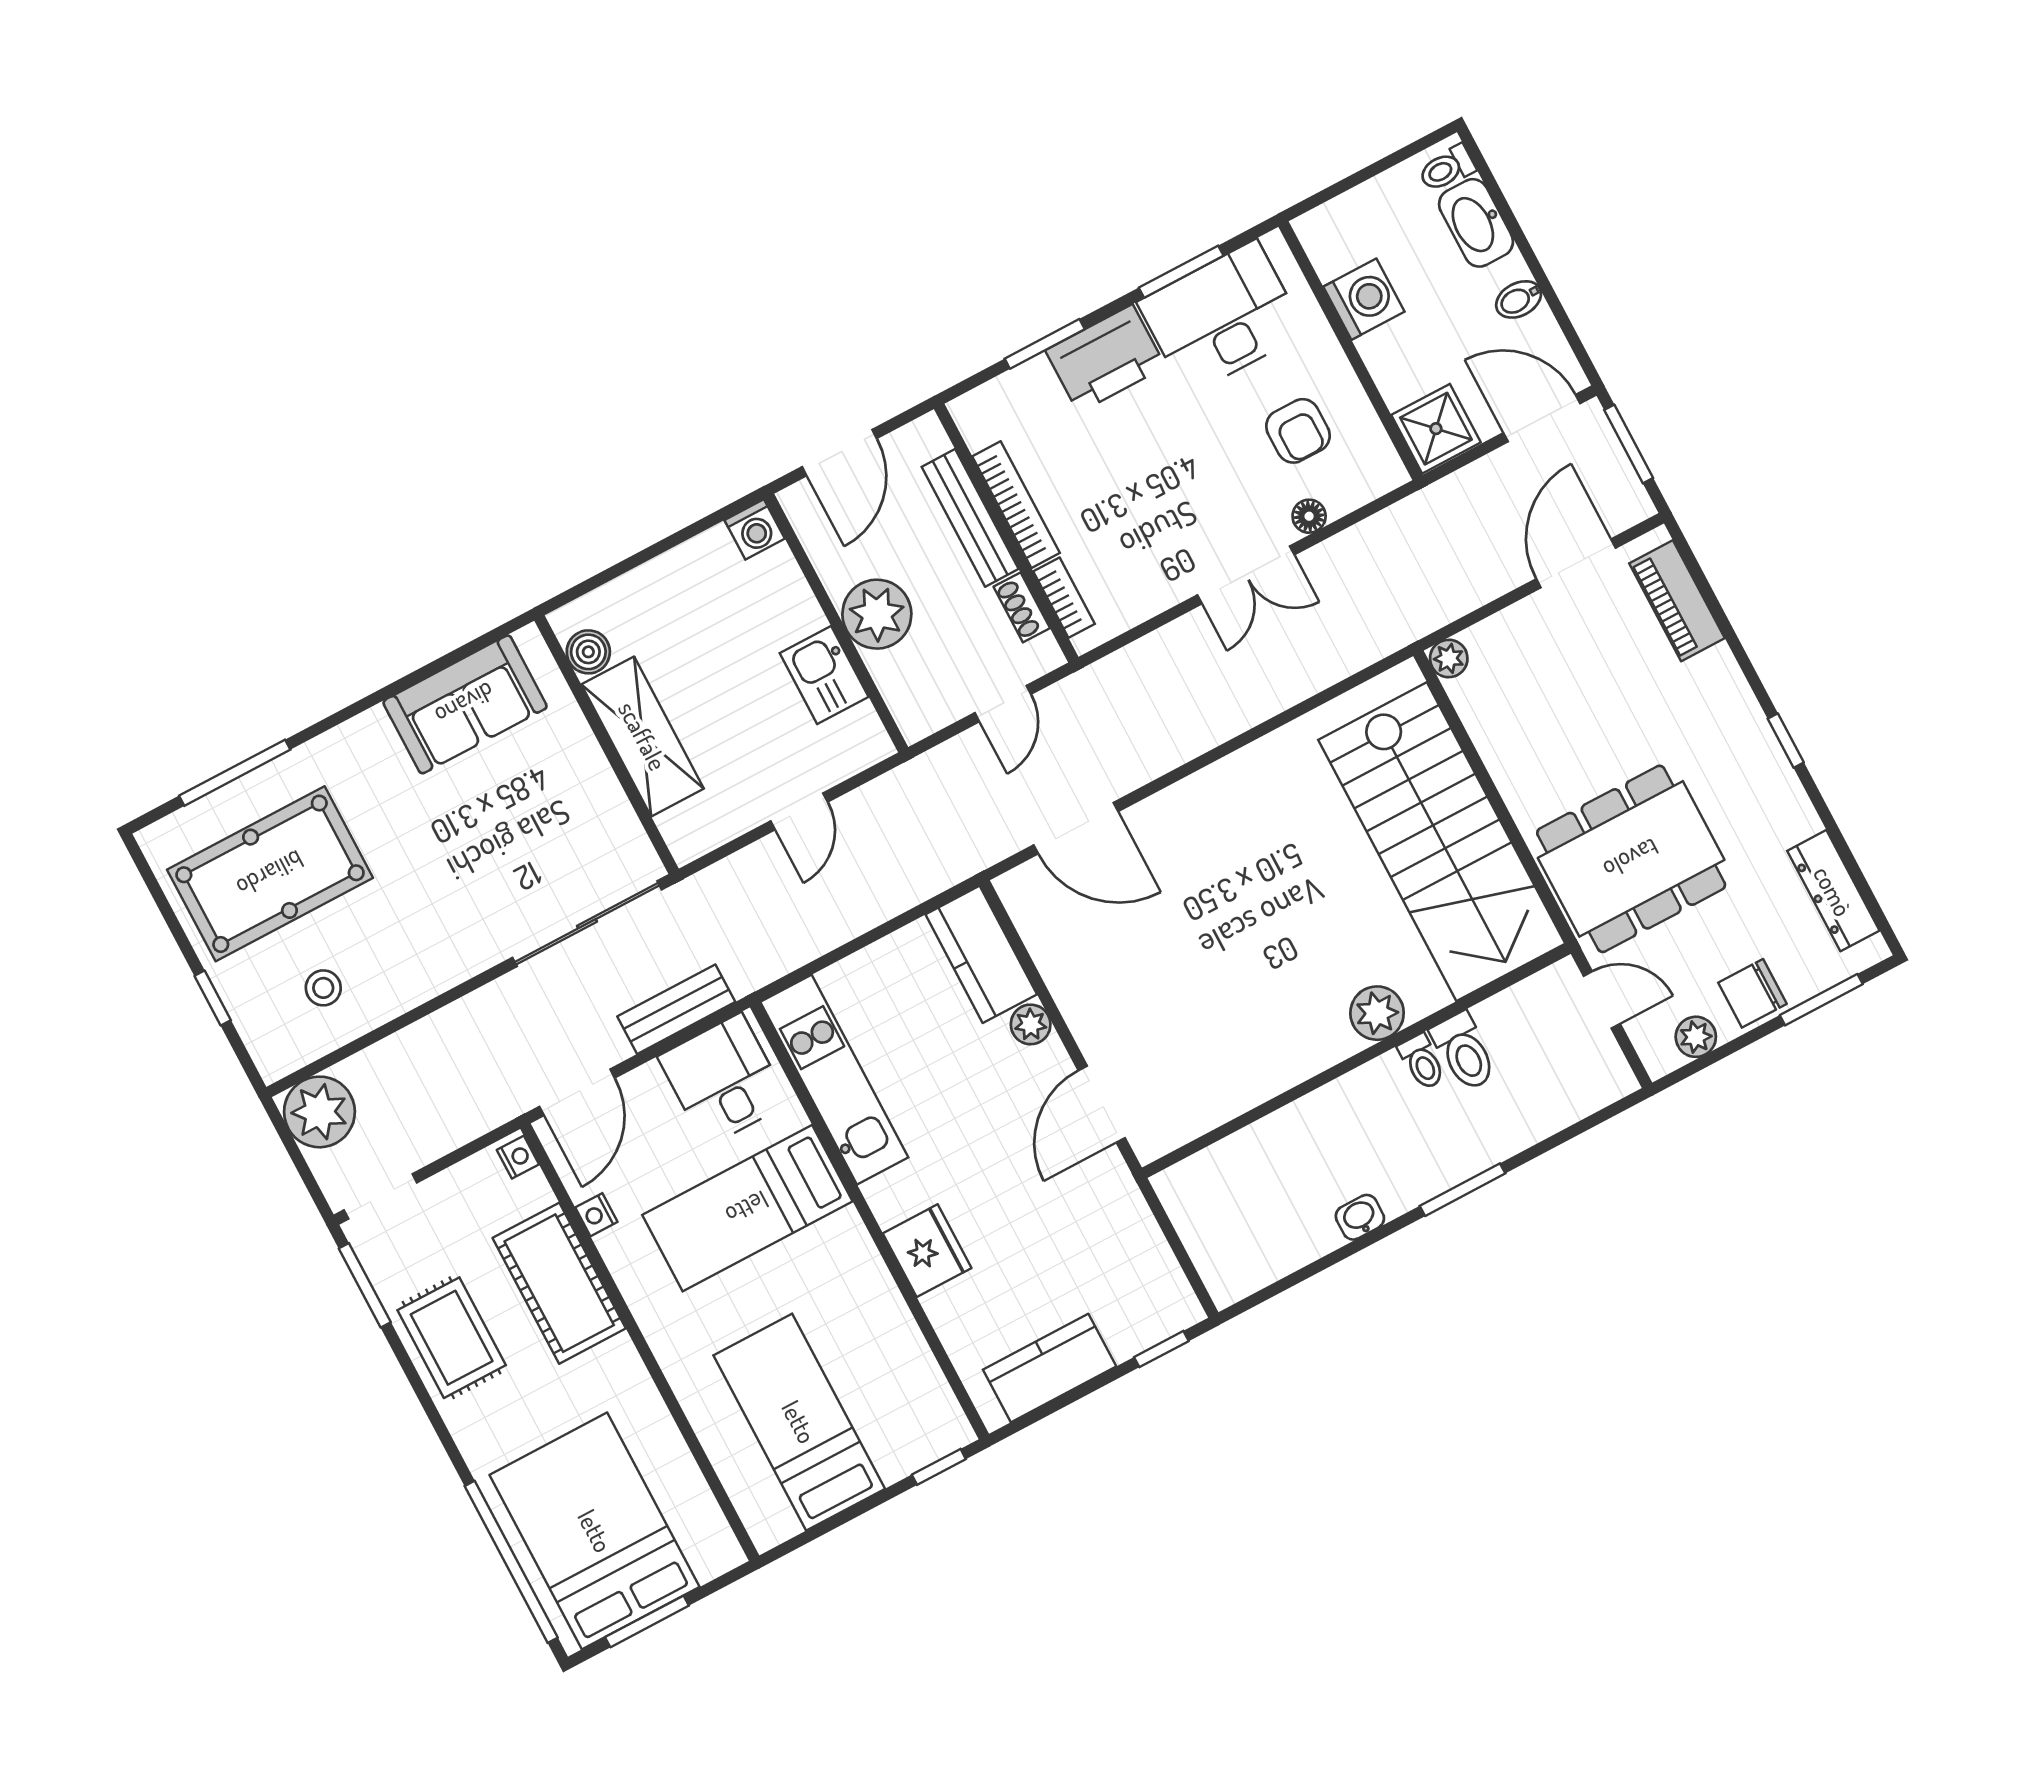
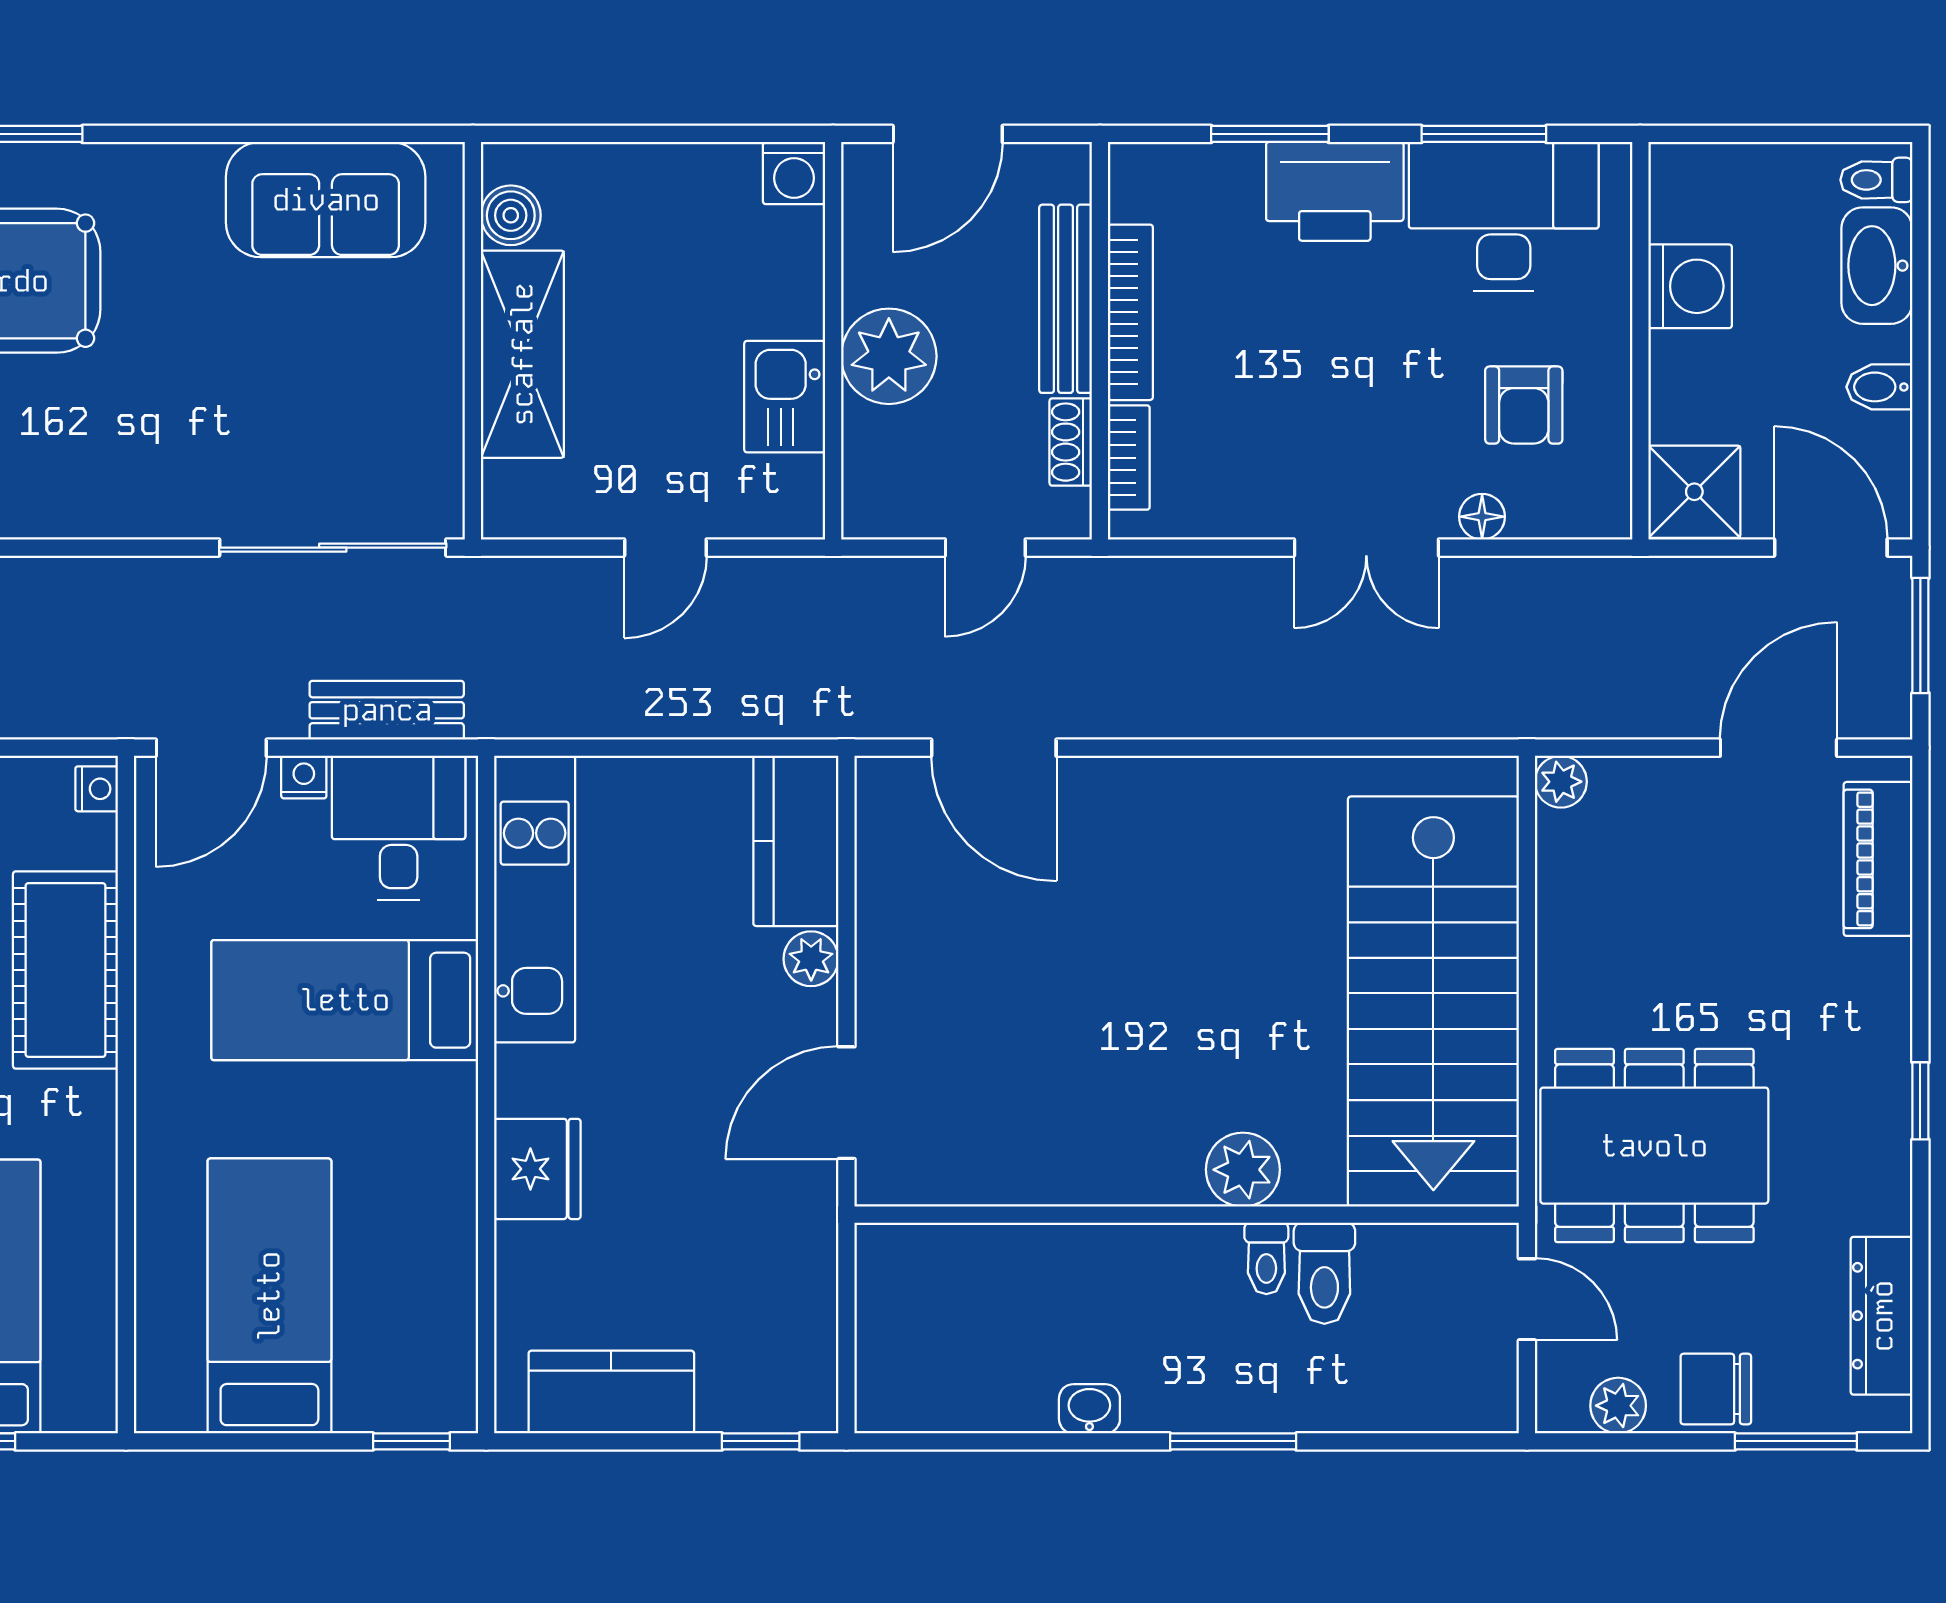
nightstand: (596, 1215) -> (304, 777), moved, turned 90

